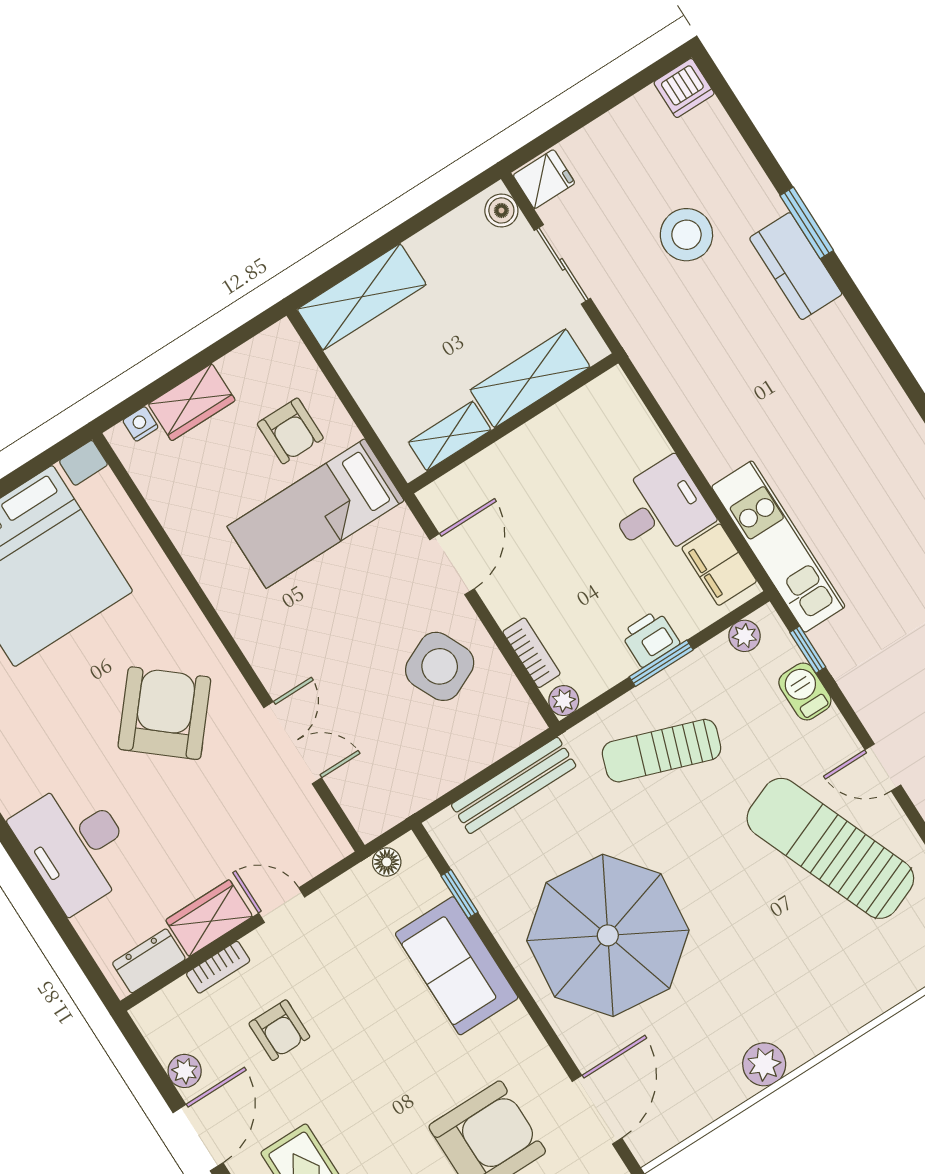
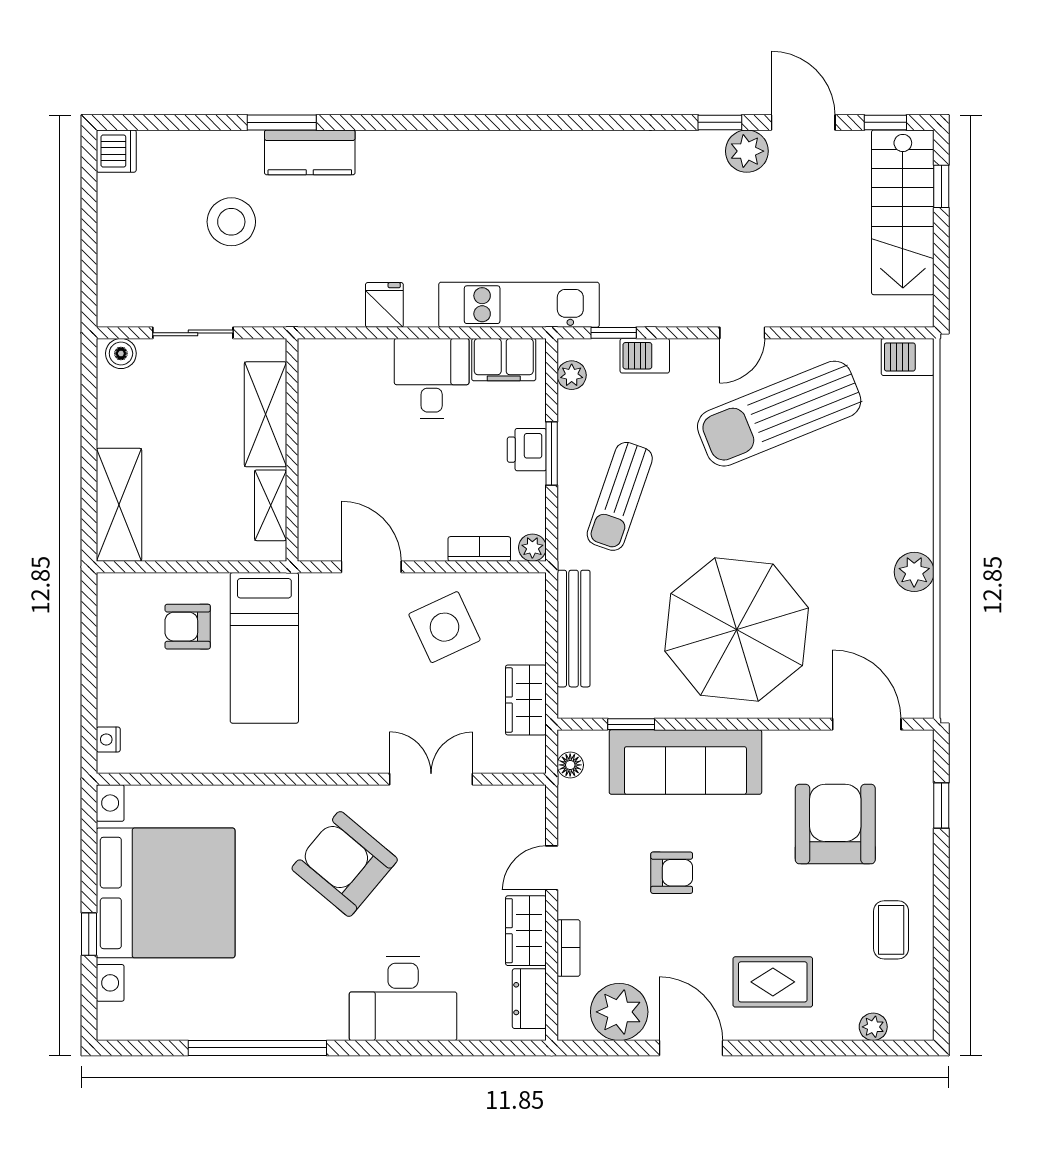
fridge: (544, 179) -> (384, 305), moved
wardrobe: (192, 402) -> (526, 700), moved, turned 180
armchair: (290, 431) -> (188, 627), turned 180
sofa: (457, 966) -> (685, 762), width x1.36
armchair: (279, 1030) -> (672, 873), moved
plant: (185, 1071) -> (619, 1012), width x1.88, depth x1.88

